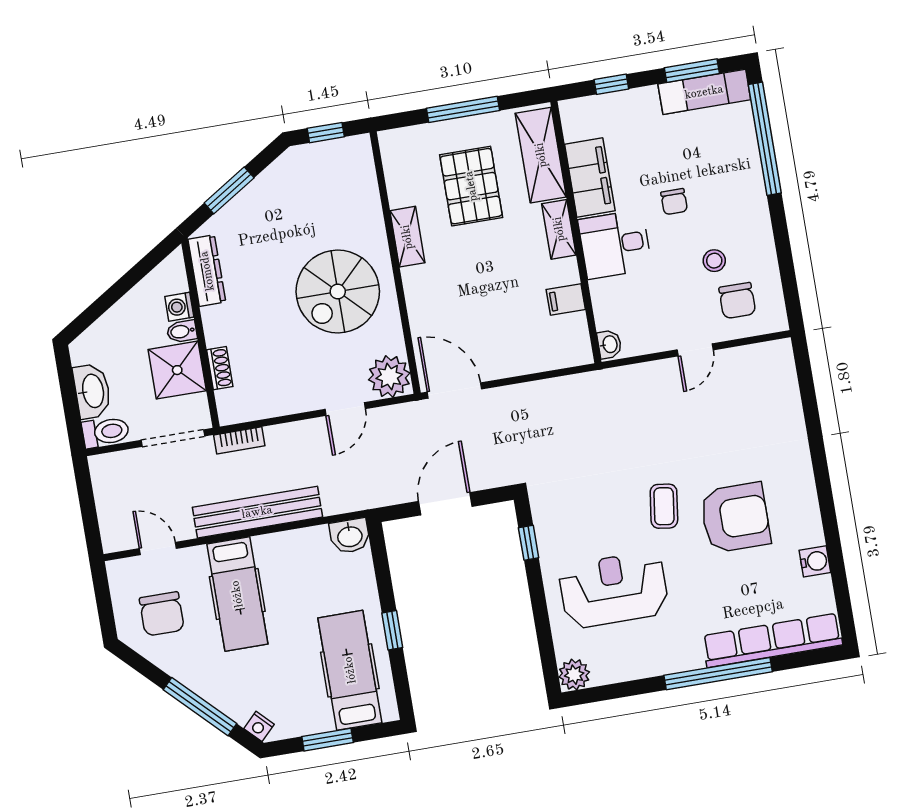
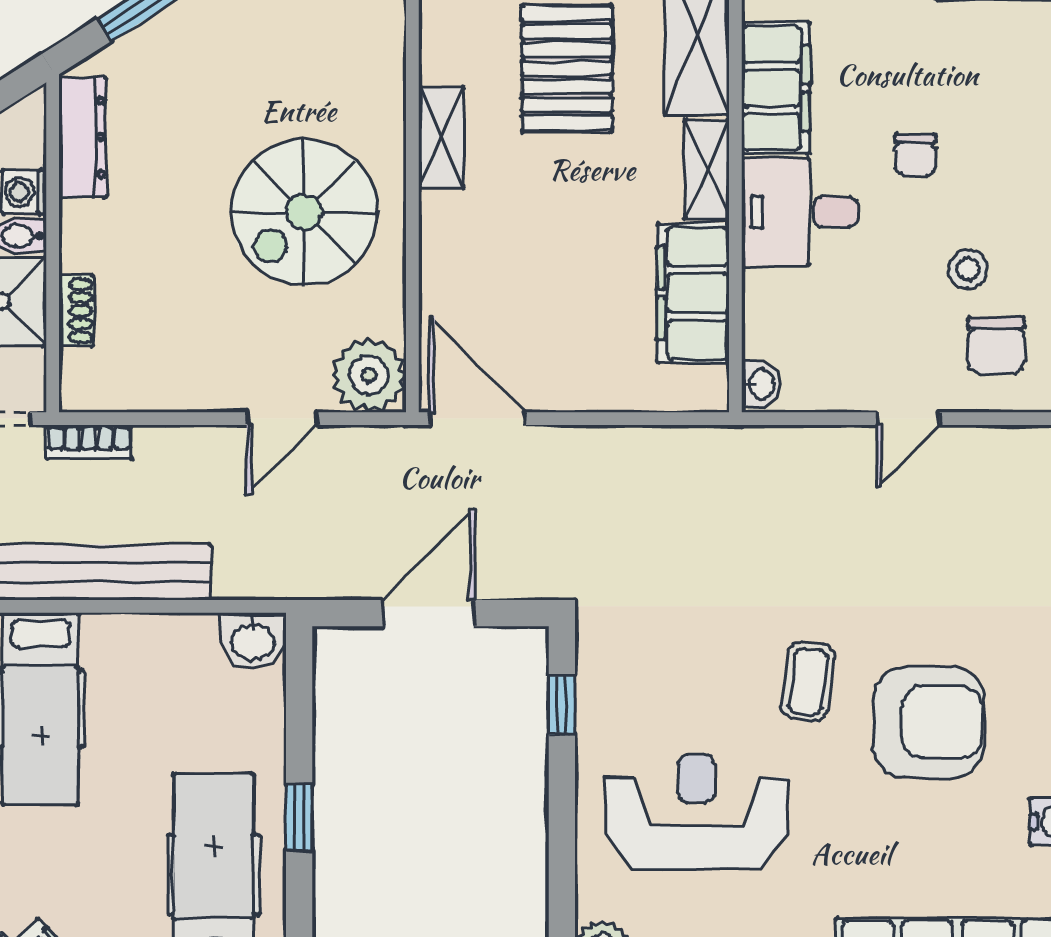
filing cabinet: (566, 299) -> (693, 293), width x3.00, depth x1.17

